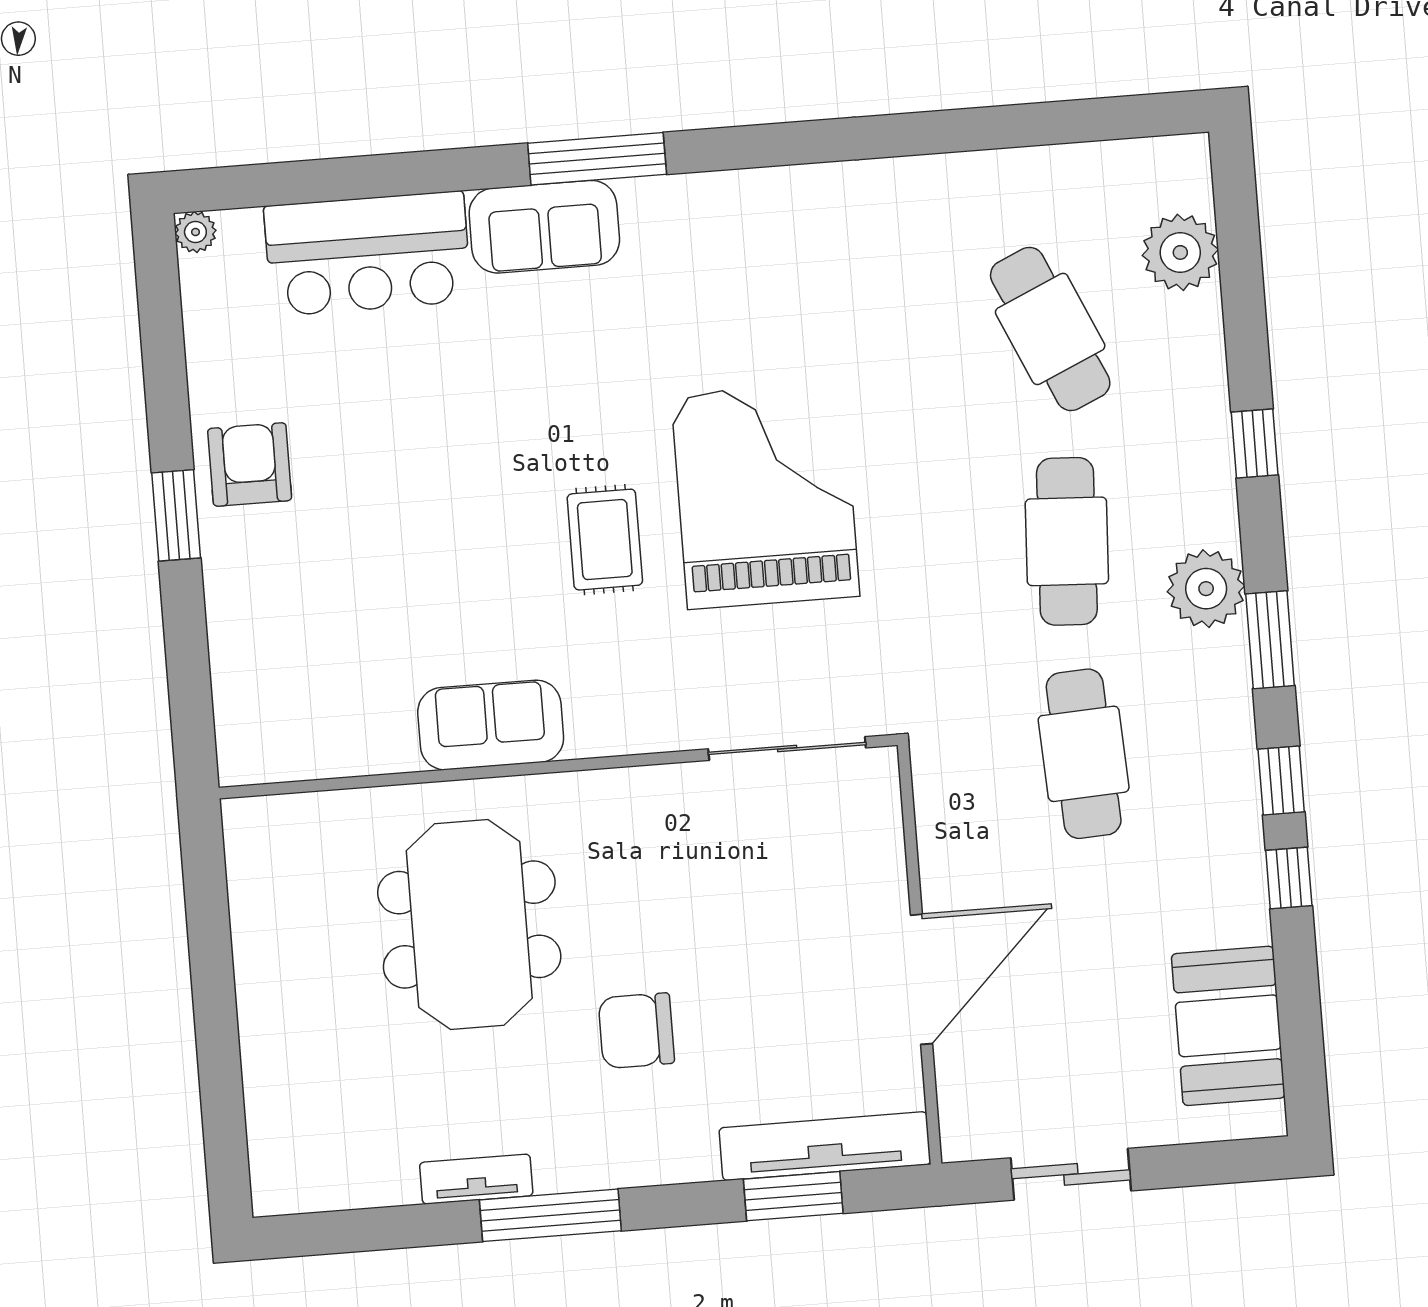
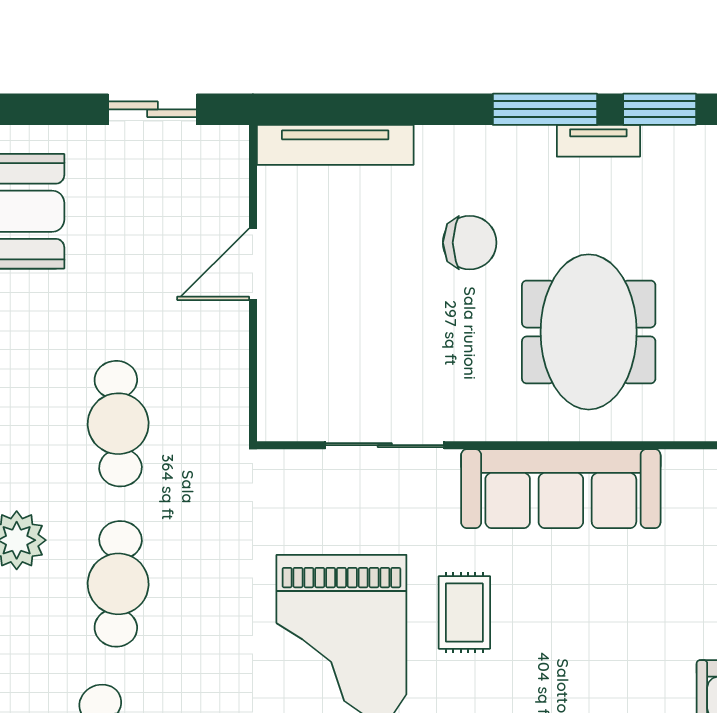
sofa: (491, 725) -> (561, 489), width x1.85, depth x1.27
sliding door: (787, 748) -> (385, 445), moved
door: (922, 979) -> (253, 264), width x0.73
window: (793, 1196) -> (660, 109), moved

